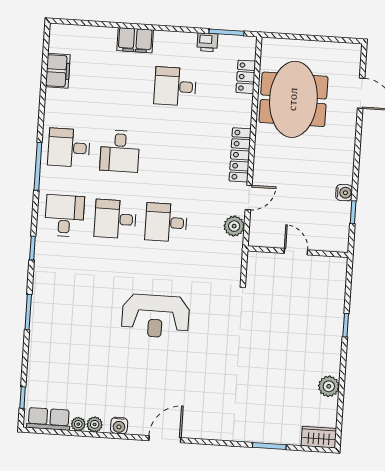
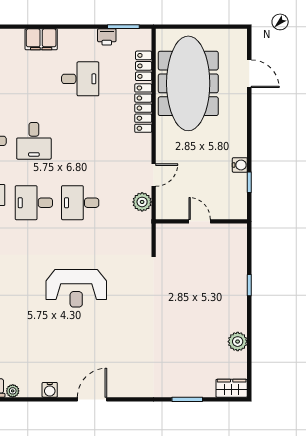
desk: (175, 86) -> (80, 79), turned 180
meeting table: (293, 99) -> (188, 83), width x1.36
locker: (240, 155) -> (143, 108), moved
plant: (95, 424) -> (28, 390), removed

